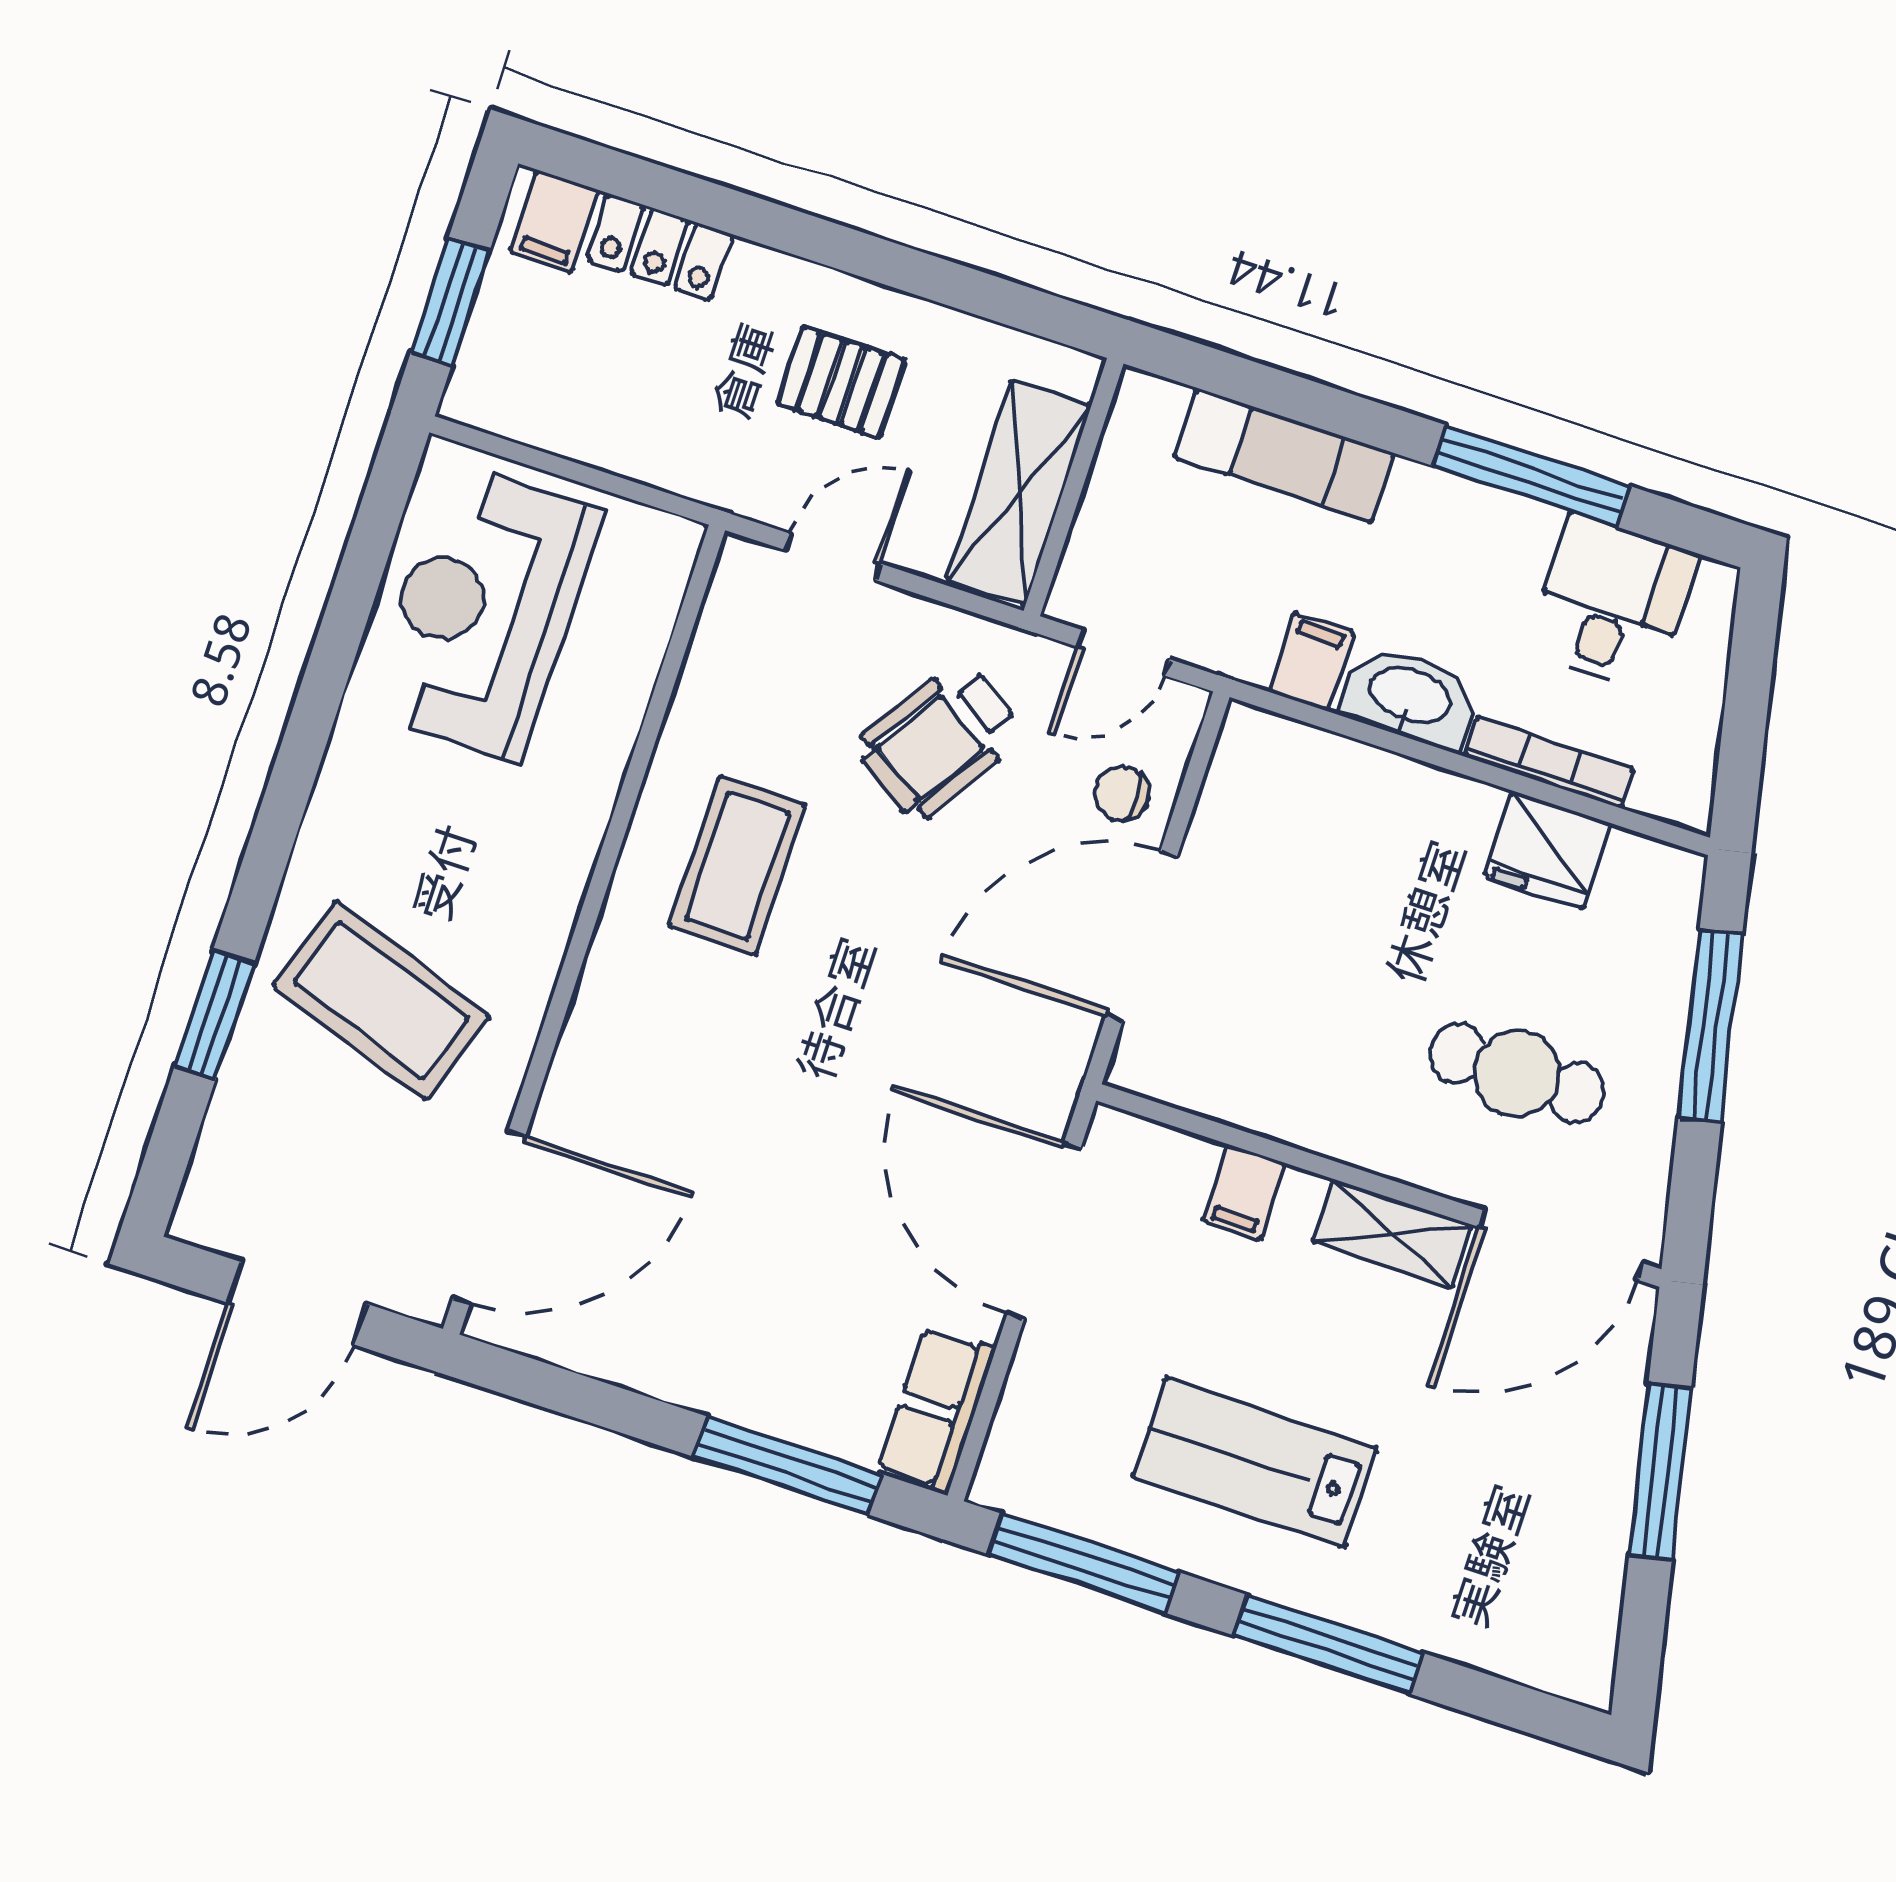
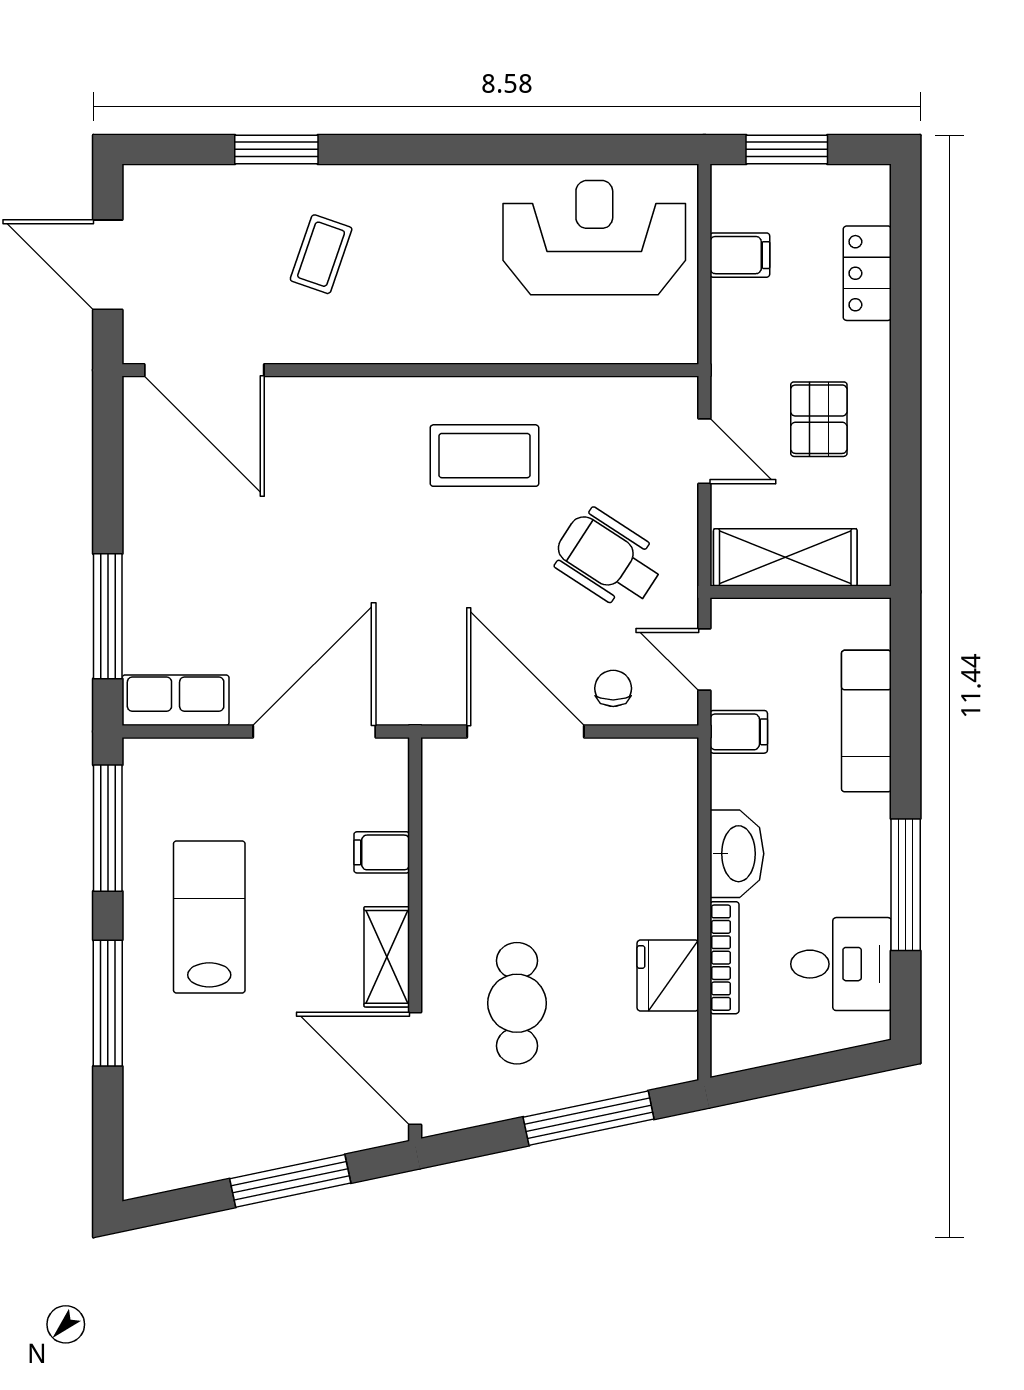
filing cabinet: (555, 221) -> (740, 255), moved, turned 180
filing cabinet: (1311, 662) -> (739, 732), moved
coffee table: (381, 1001) -> (321, 254), width x0.54, depth x0.58

